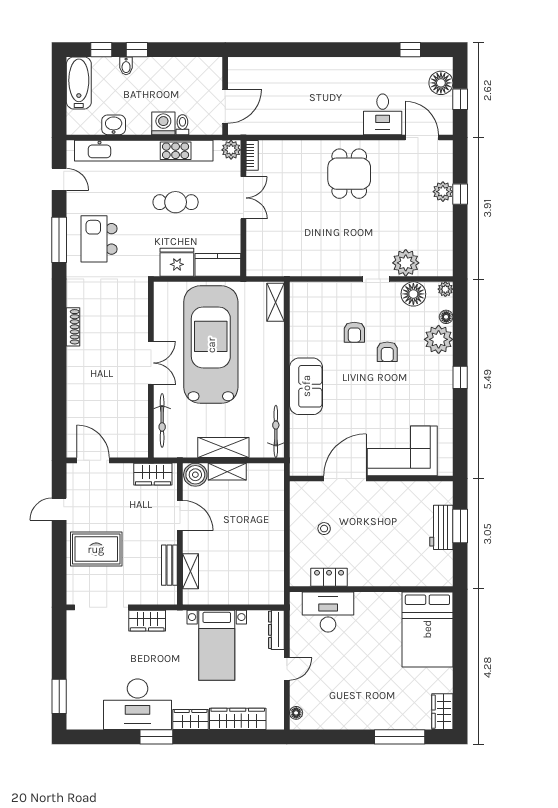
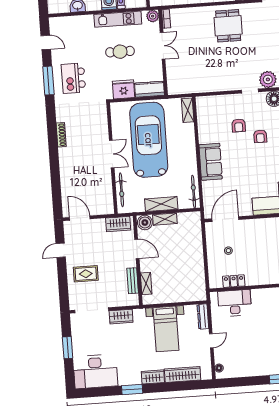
kitchen unit: (144, 151) -> (118, 19), width x0.54
door: (345, 479) -> (225, 219), moved
rug: (96, 549) -> (86, 274), width x0.73, depth x0.70
window: (59, 696) -> (68, 348), moved
desk: (138, 704) -> (95, 371), moved

